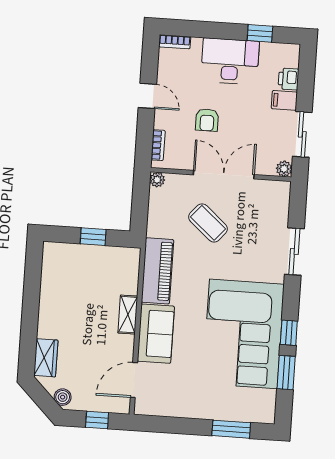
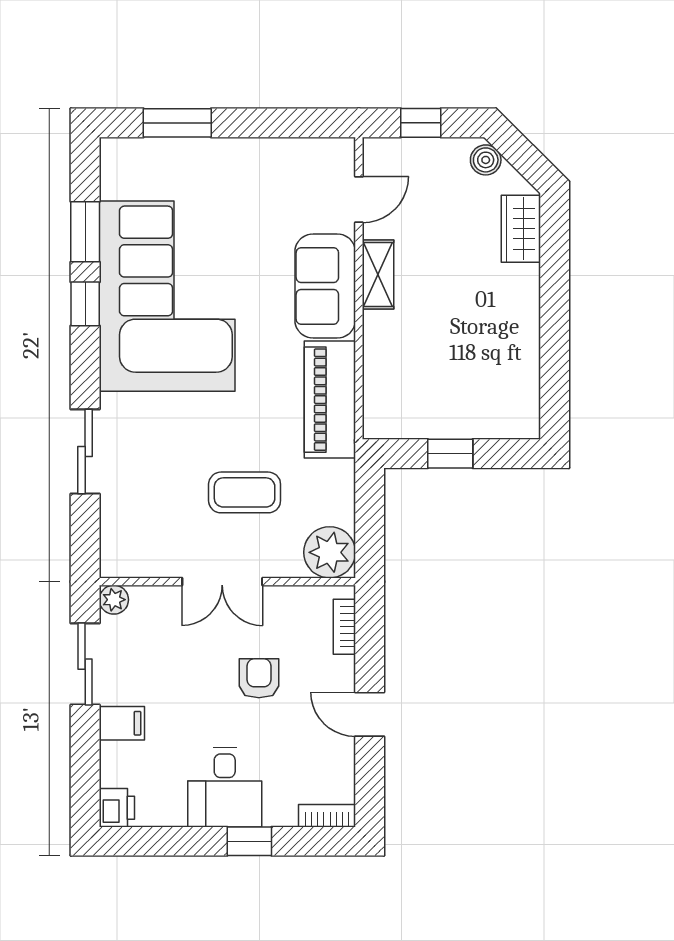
window: (260, 33) -> (249, 841), moved
desk: (230, 61) -> (225, 787), width x0.73
printer: (289, 79) -> (117, 808), moved
double door: (224, 175) -> (222, 582), width x0.73
plant: (157, 180) -> (330, 552), width x1.88, depth x1.88
coffee table: (208, 223) -> (245, 492), turned -41
shelving: (128, 315) -> (378, 274), moved
door: (134, 380) -> (359, 199), width x0.73

